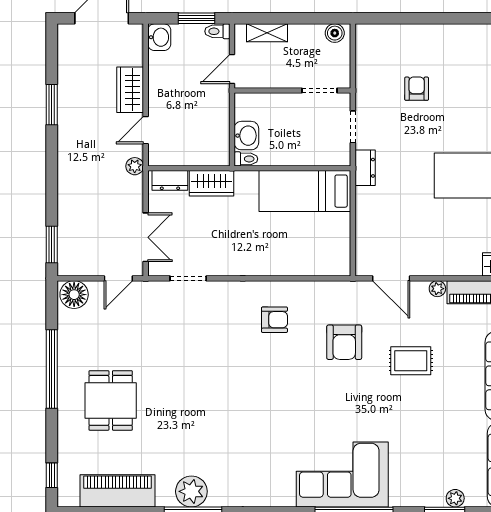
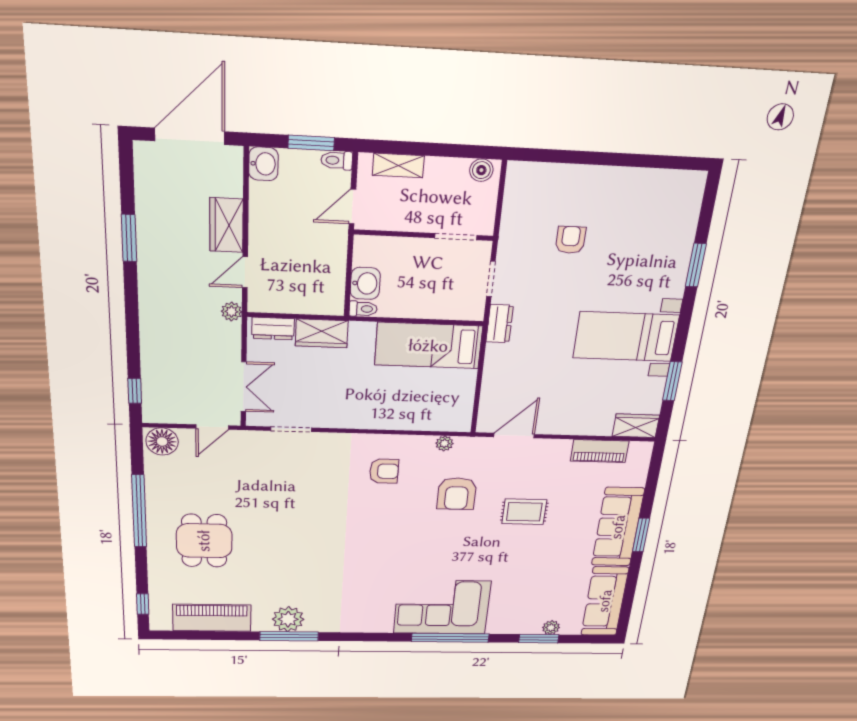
window: (52, 245) -> (135, 391), width x0.67
door: (391, 278) -> (514, 436), swing flipped
plant: (437, 289) -> (444, 443), moved

